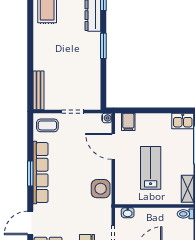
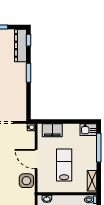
filing cabinet: (128, 122) -> (52, 130), width x2.00
door: (113, 146) -> (36, 159), moved

